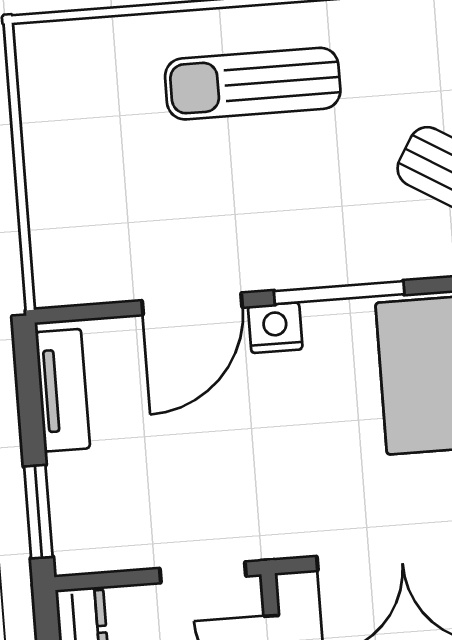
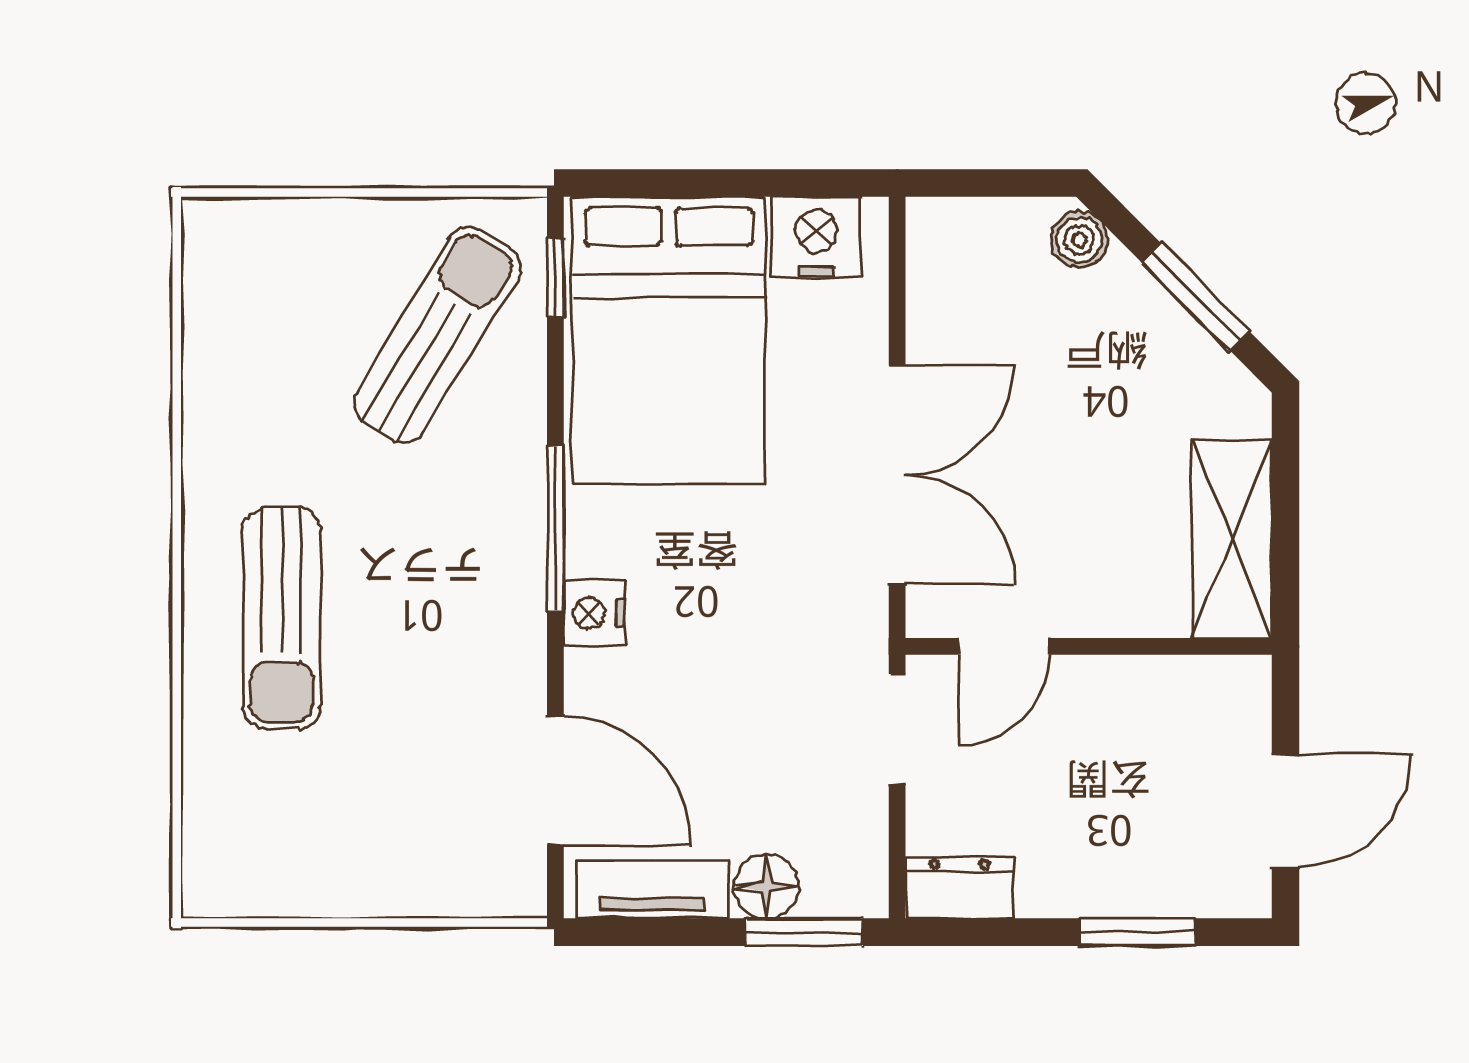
door: (192, 304) -> (555, 781), moved
floor lamp: (72, 479) -> (766, 886), added

